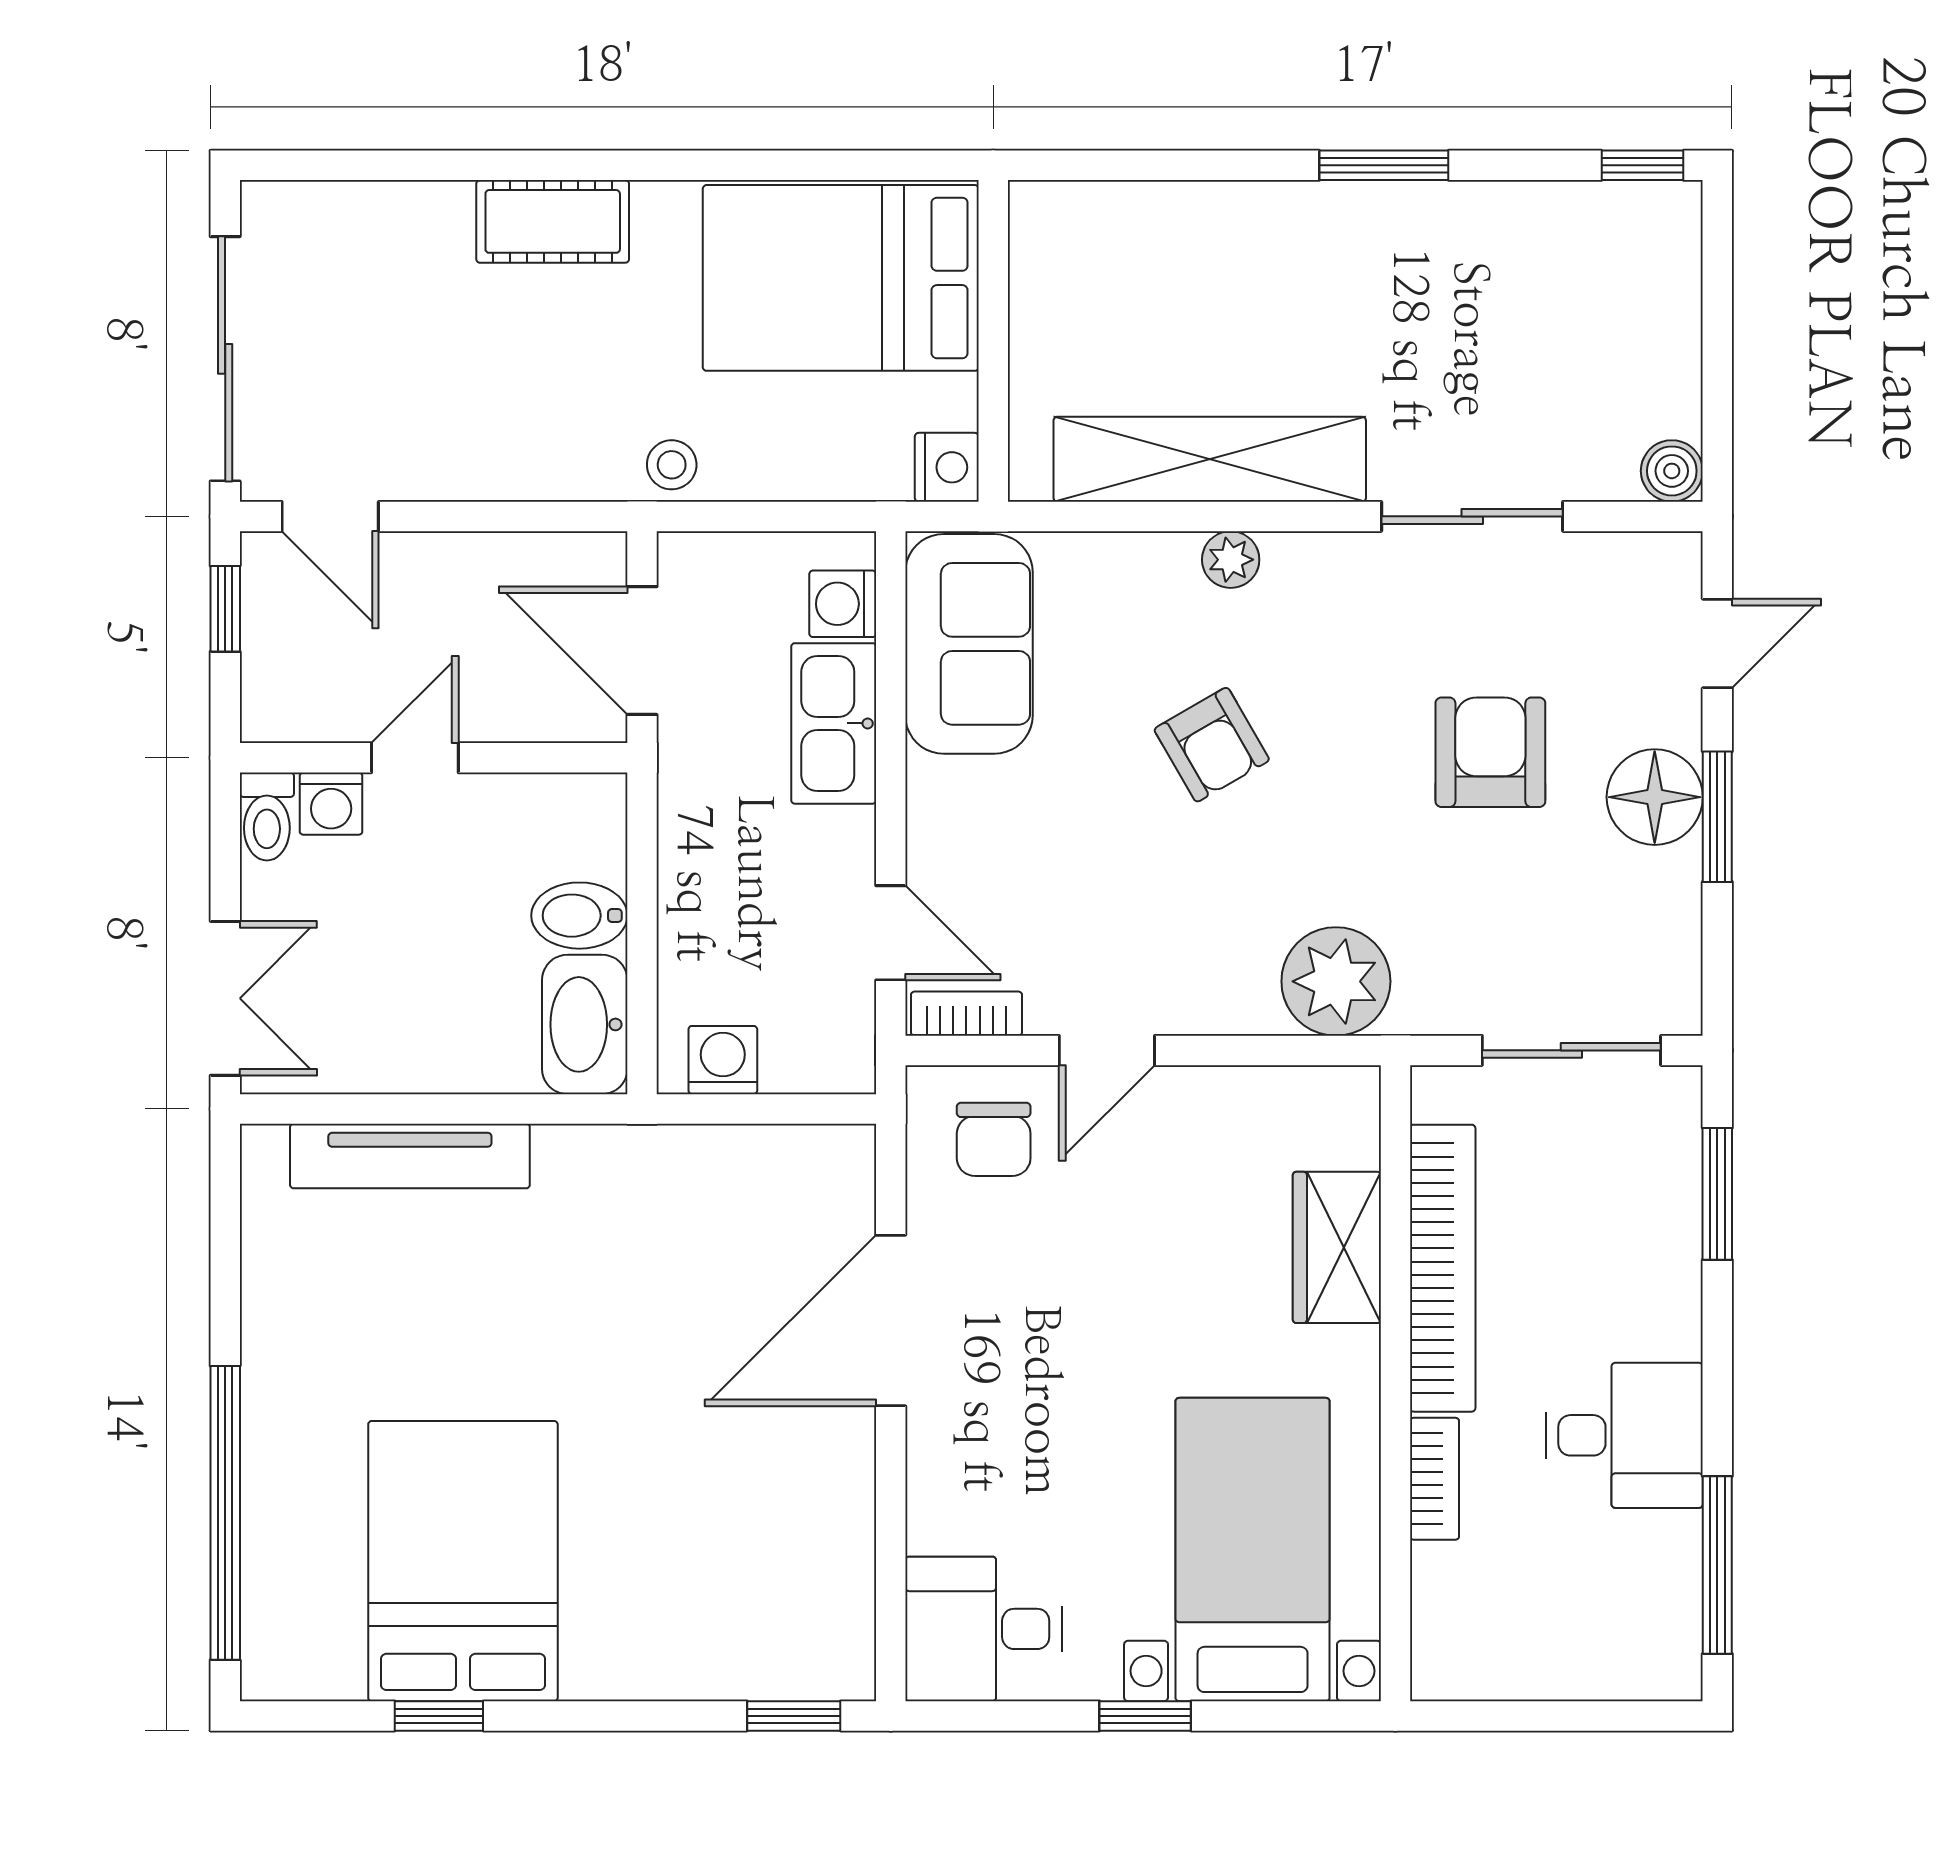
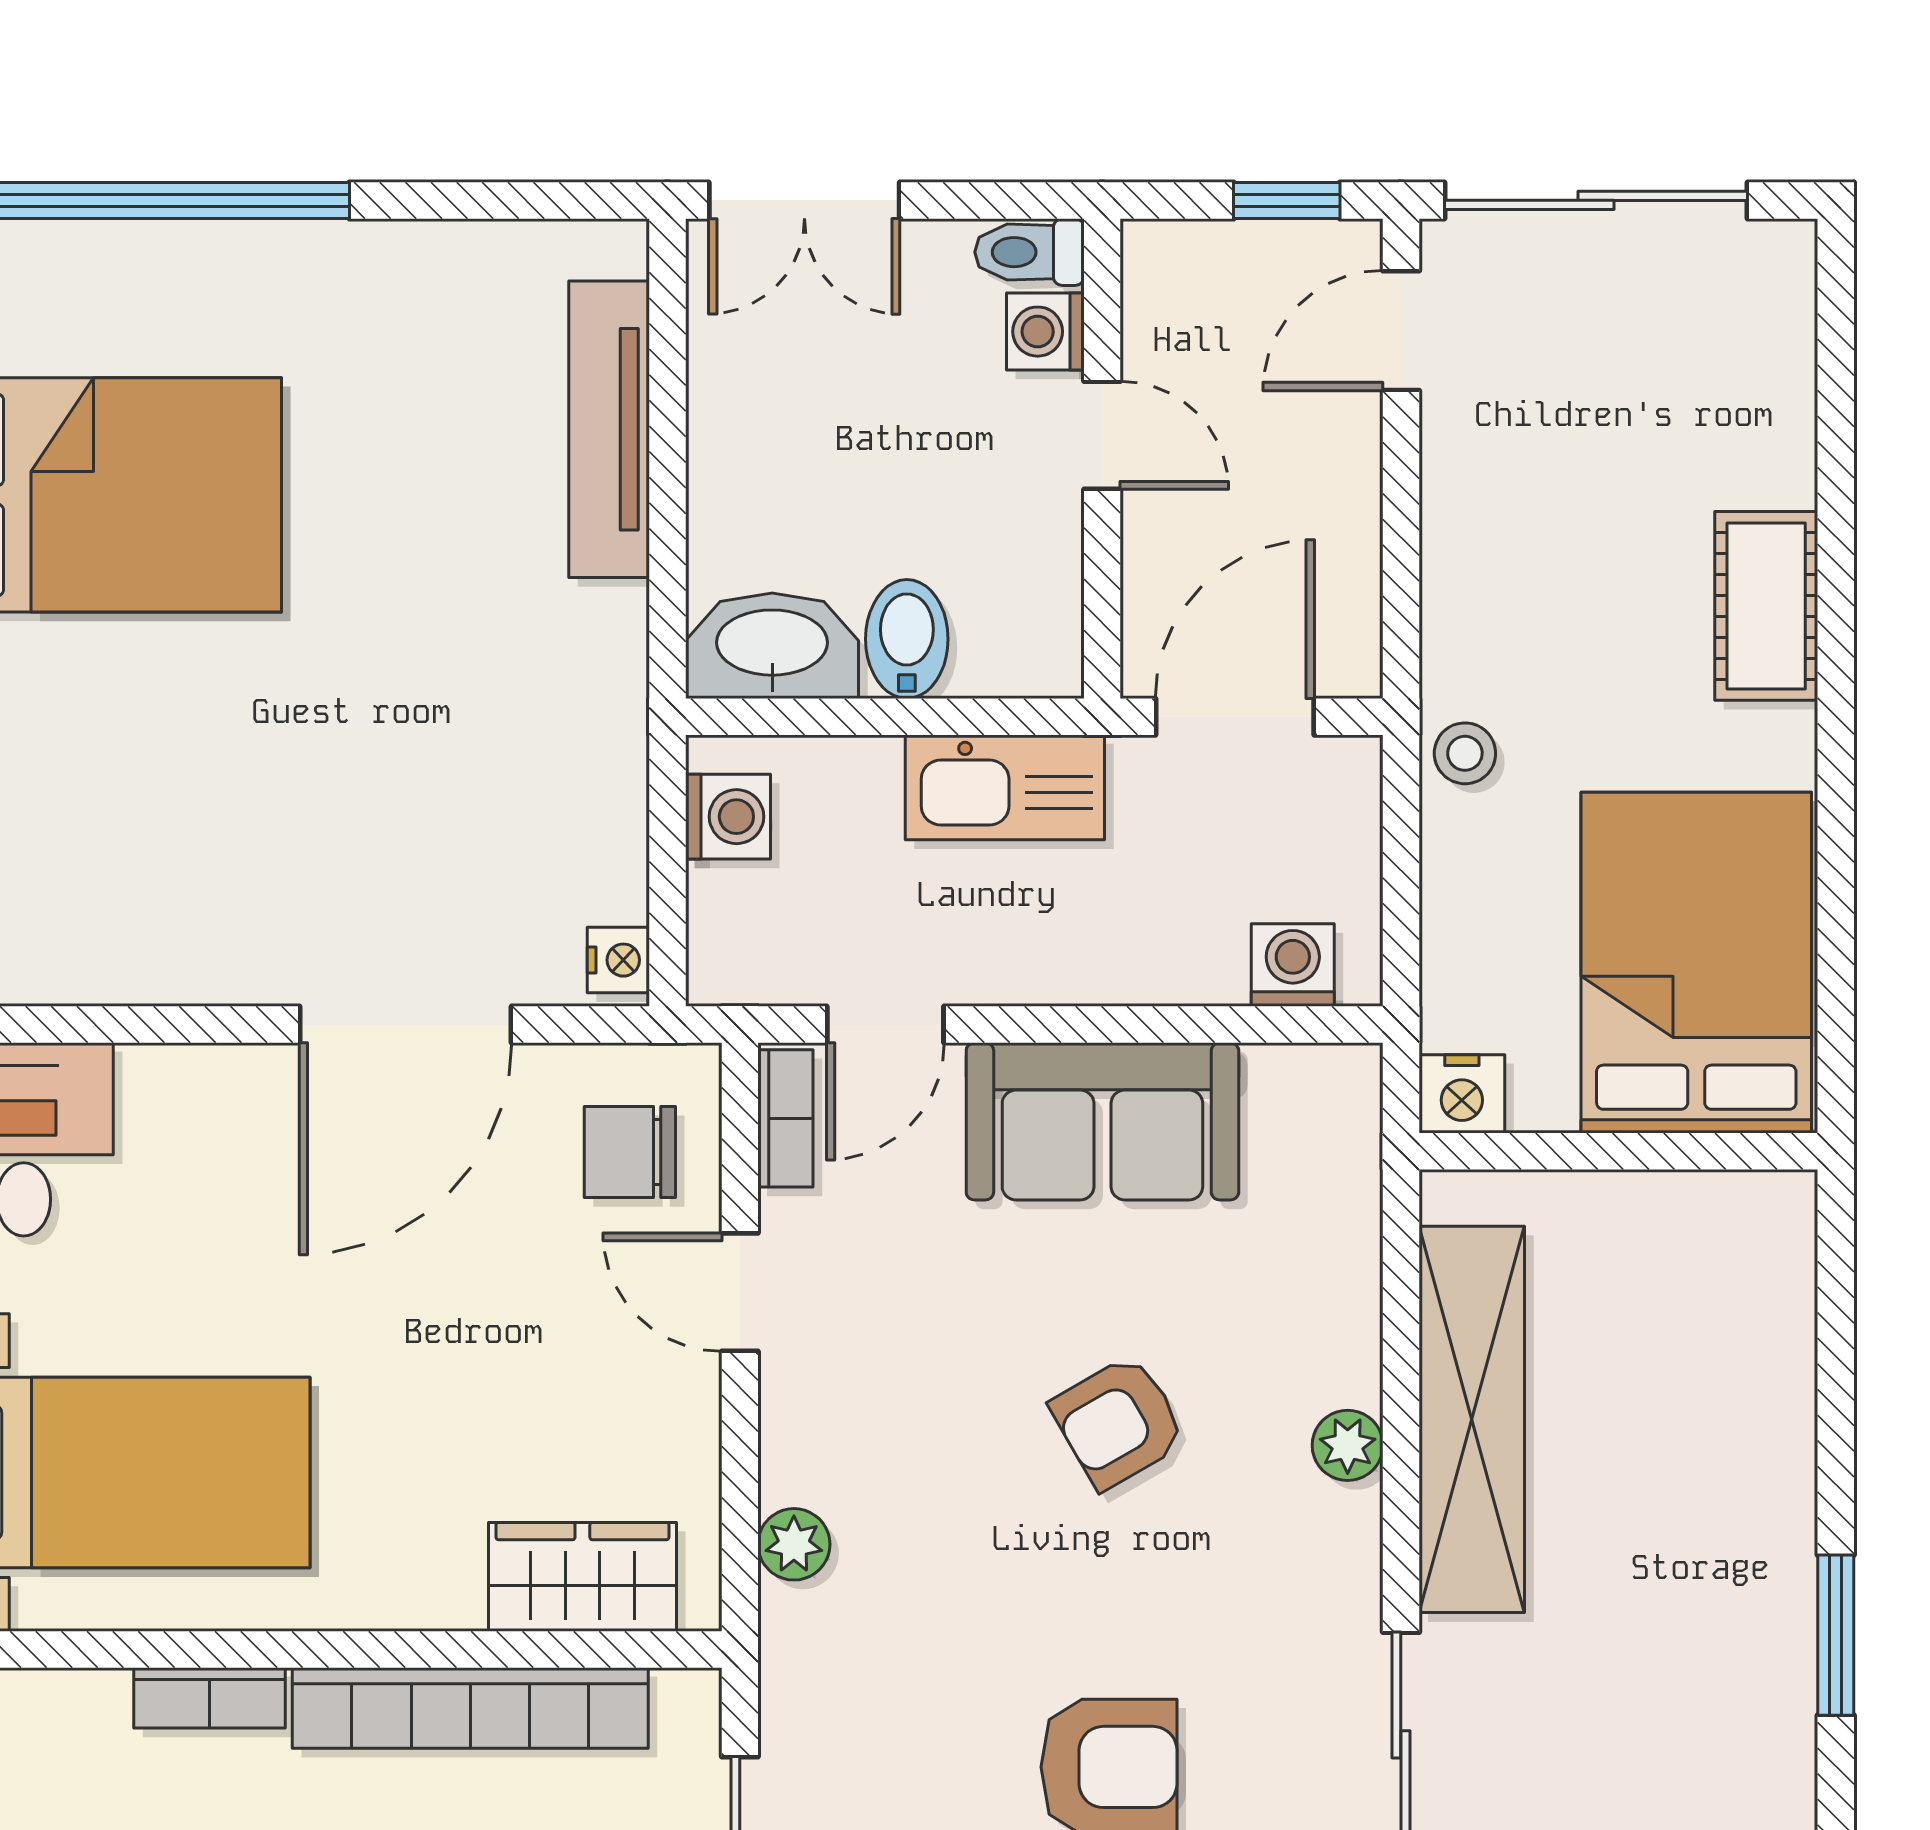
sofa: (969, 644) -> (1102, 1121), moved
kitchen sink: (834, 723) -> (1005, 787), moved, turned 180
plant: (1336, 981) -> (794, 1544), width x0.53, depth x0.53
nightstand: (839, 1149) -> (618, 960), added
wardrobe: (1337, 1247) -> (582, 1577), moved
door: (891, 1321) -> (405, 1025), swing flipped

